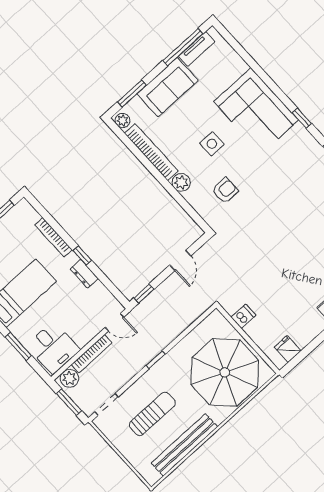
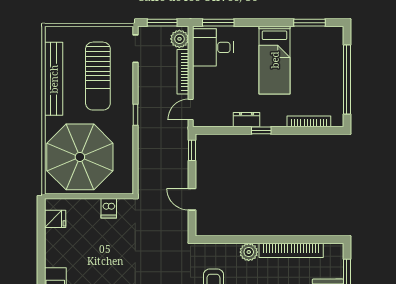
plant: (123, 121) -> (333, 250), removed
bookcase: (53, 237) -> (309, 121), moved
window: (18, 346) -> (218, 23), moved
sun lounger: (152, 414) -> (98, 76), width x1.36, depth x1.34

